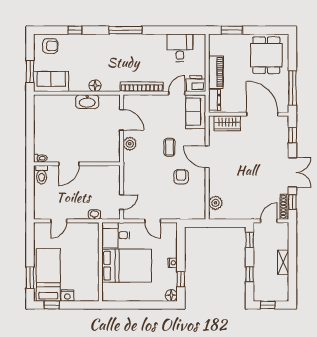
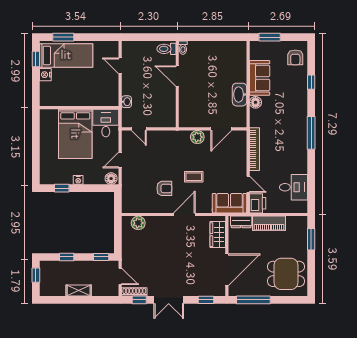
sofa: (51, 82) -> (260, 78), moved
floor lamp: (171, 295) -> (111, 179), moved

